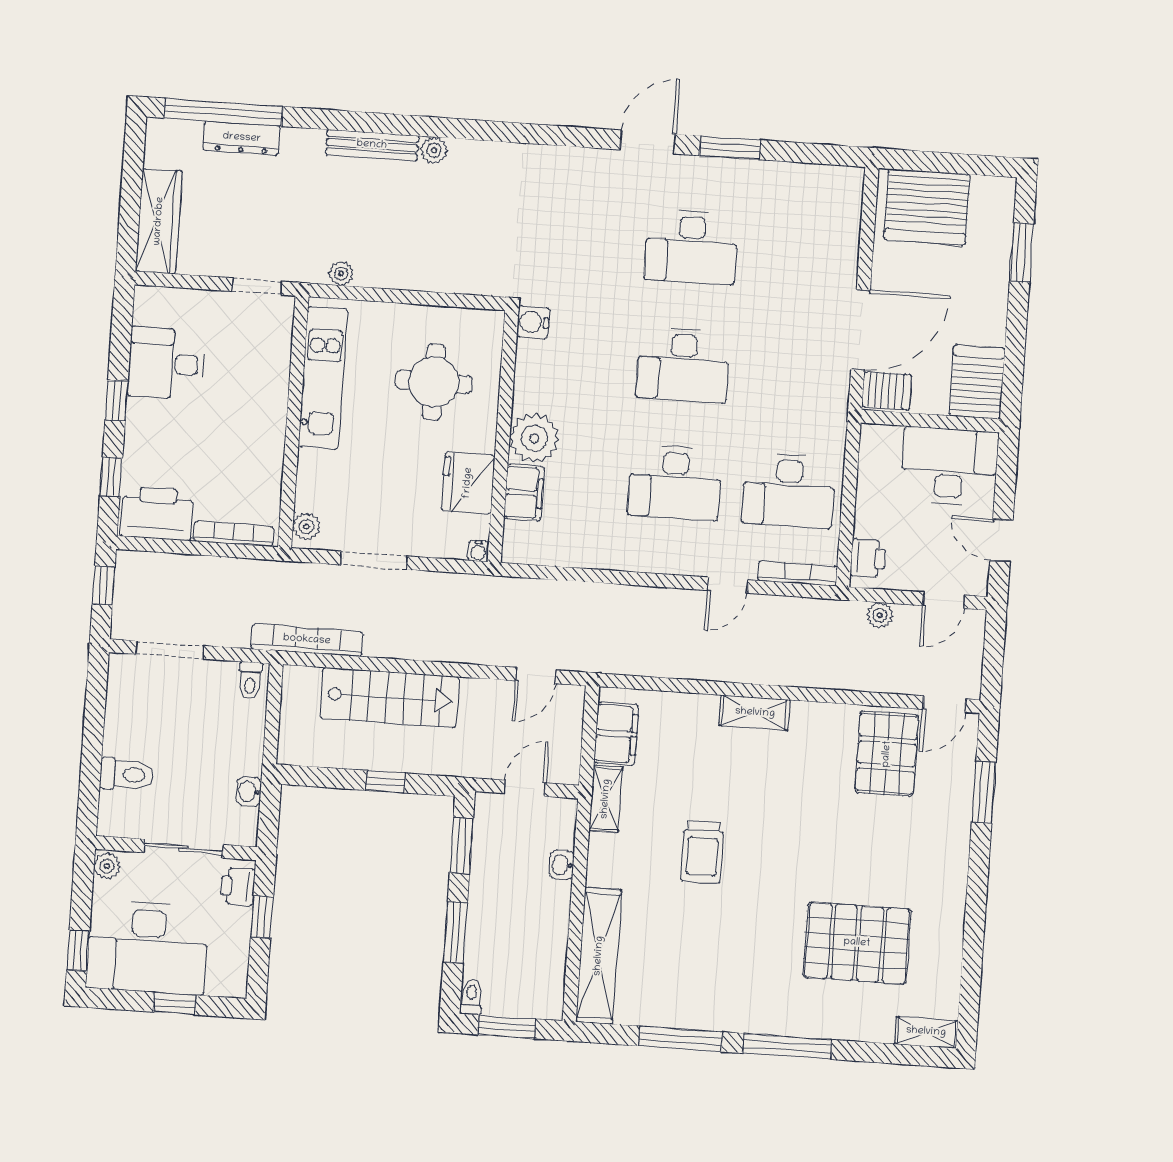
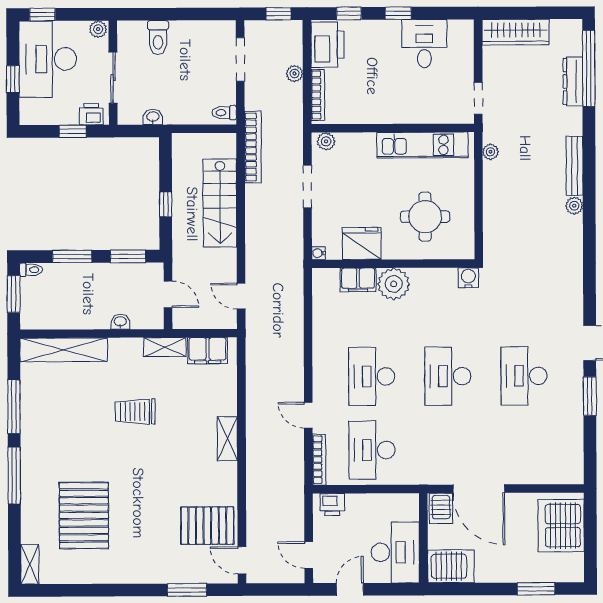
plant: (880, 615) -> (295, 74), moved

